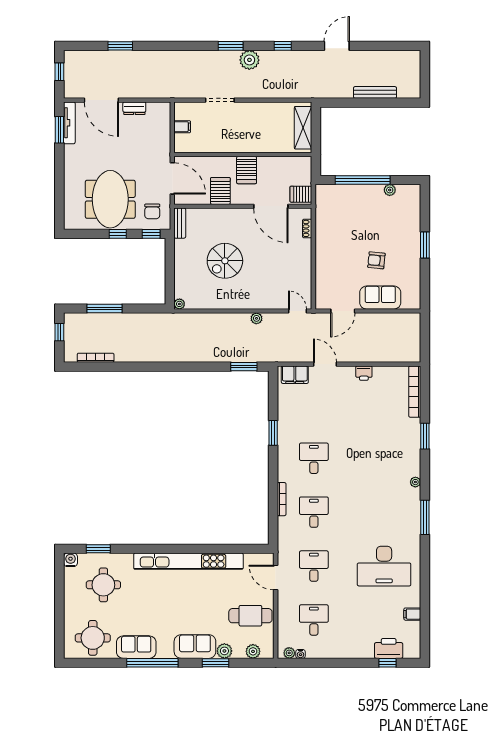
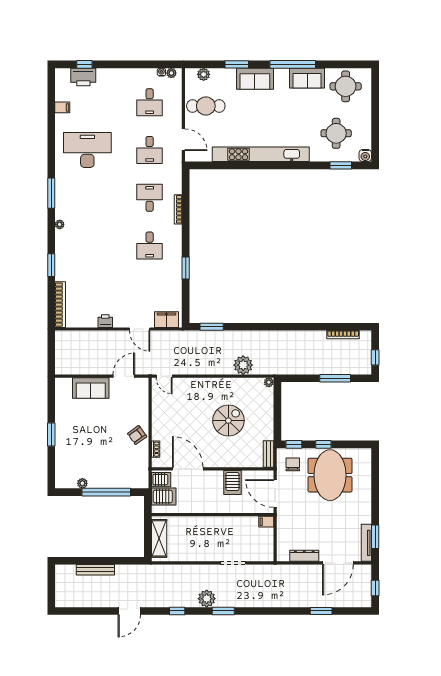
door: (101, 100) -> (338, 563), swing flipped
dresser: (134, 108) -> (304, 556), width x1.44
filing cabinet: (182, 127) -> (266, 522), moved
server rack: (247, 170) -> (164, 497), moved, turned 90
armchair: (376, 260) -> (137, 435), moved, turned 138
plant: (256, 318) -> (243, 365), moved, width x1.87, depth x1.87
desk: (314, 512) -> (150, 198), turned 180
plant: (224, 651) -> (229, 75), removed

